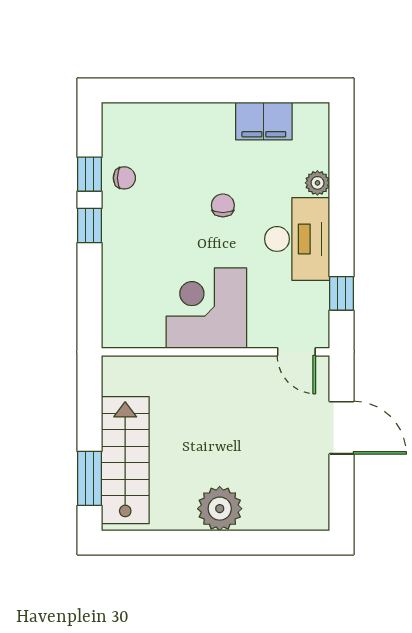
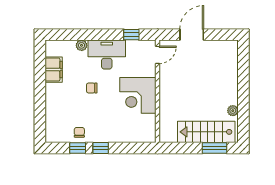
plant: (220, 509) -> (233, 111), moved, width x0.53, depth x0.53

